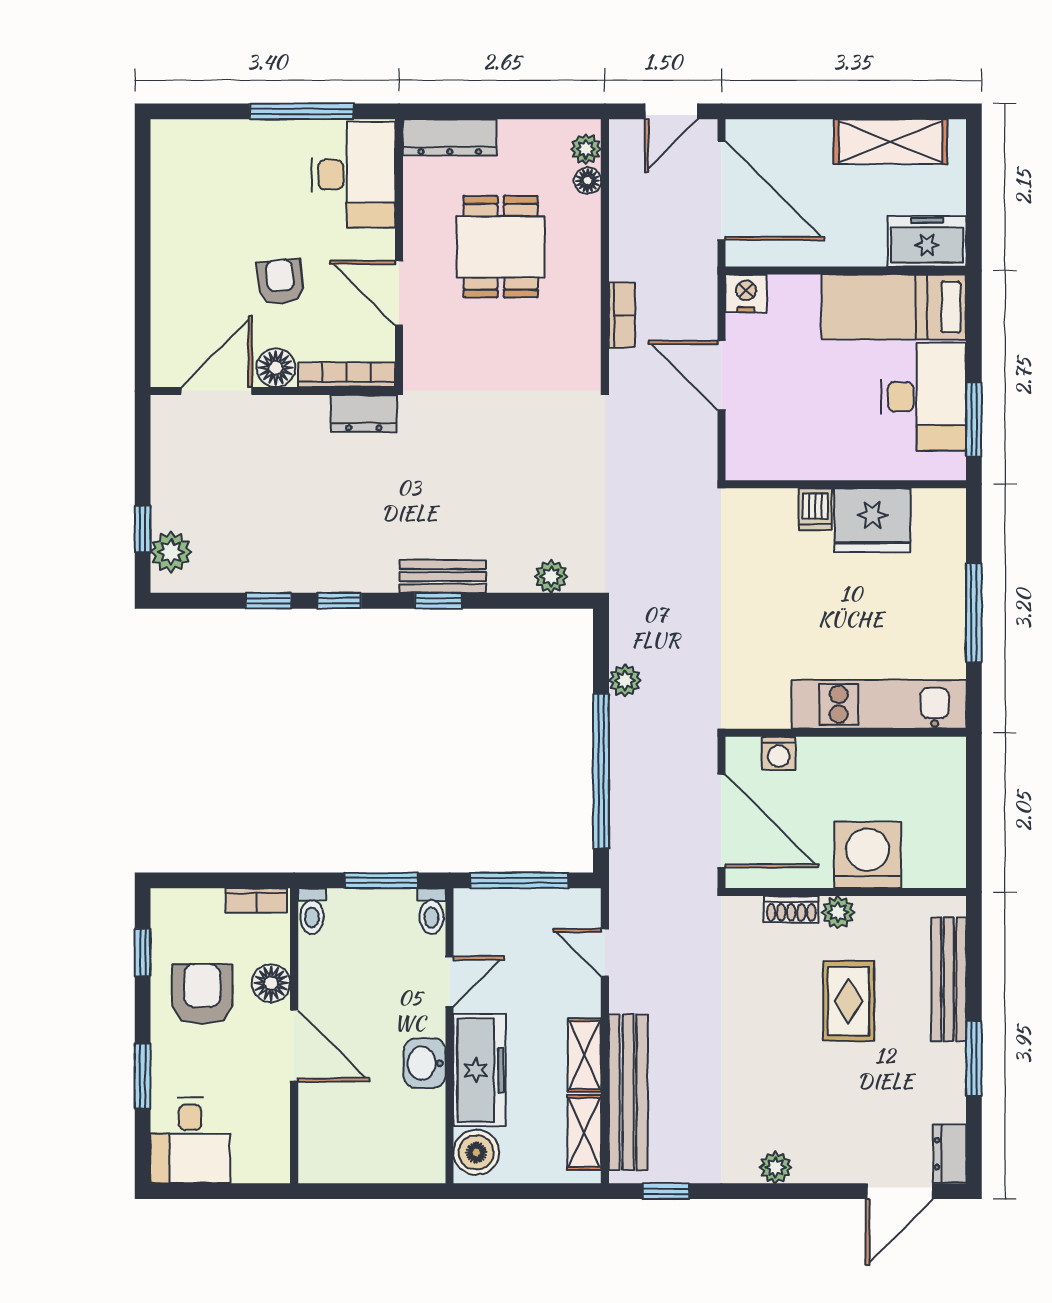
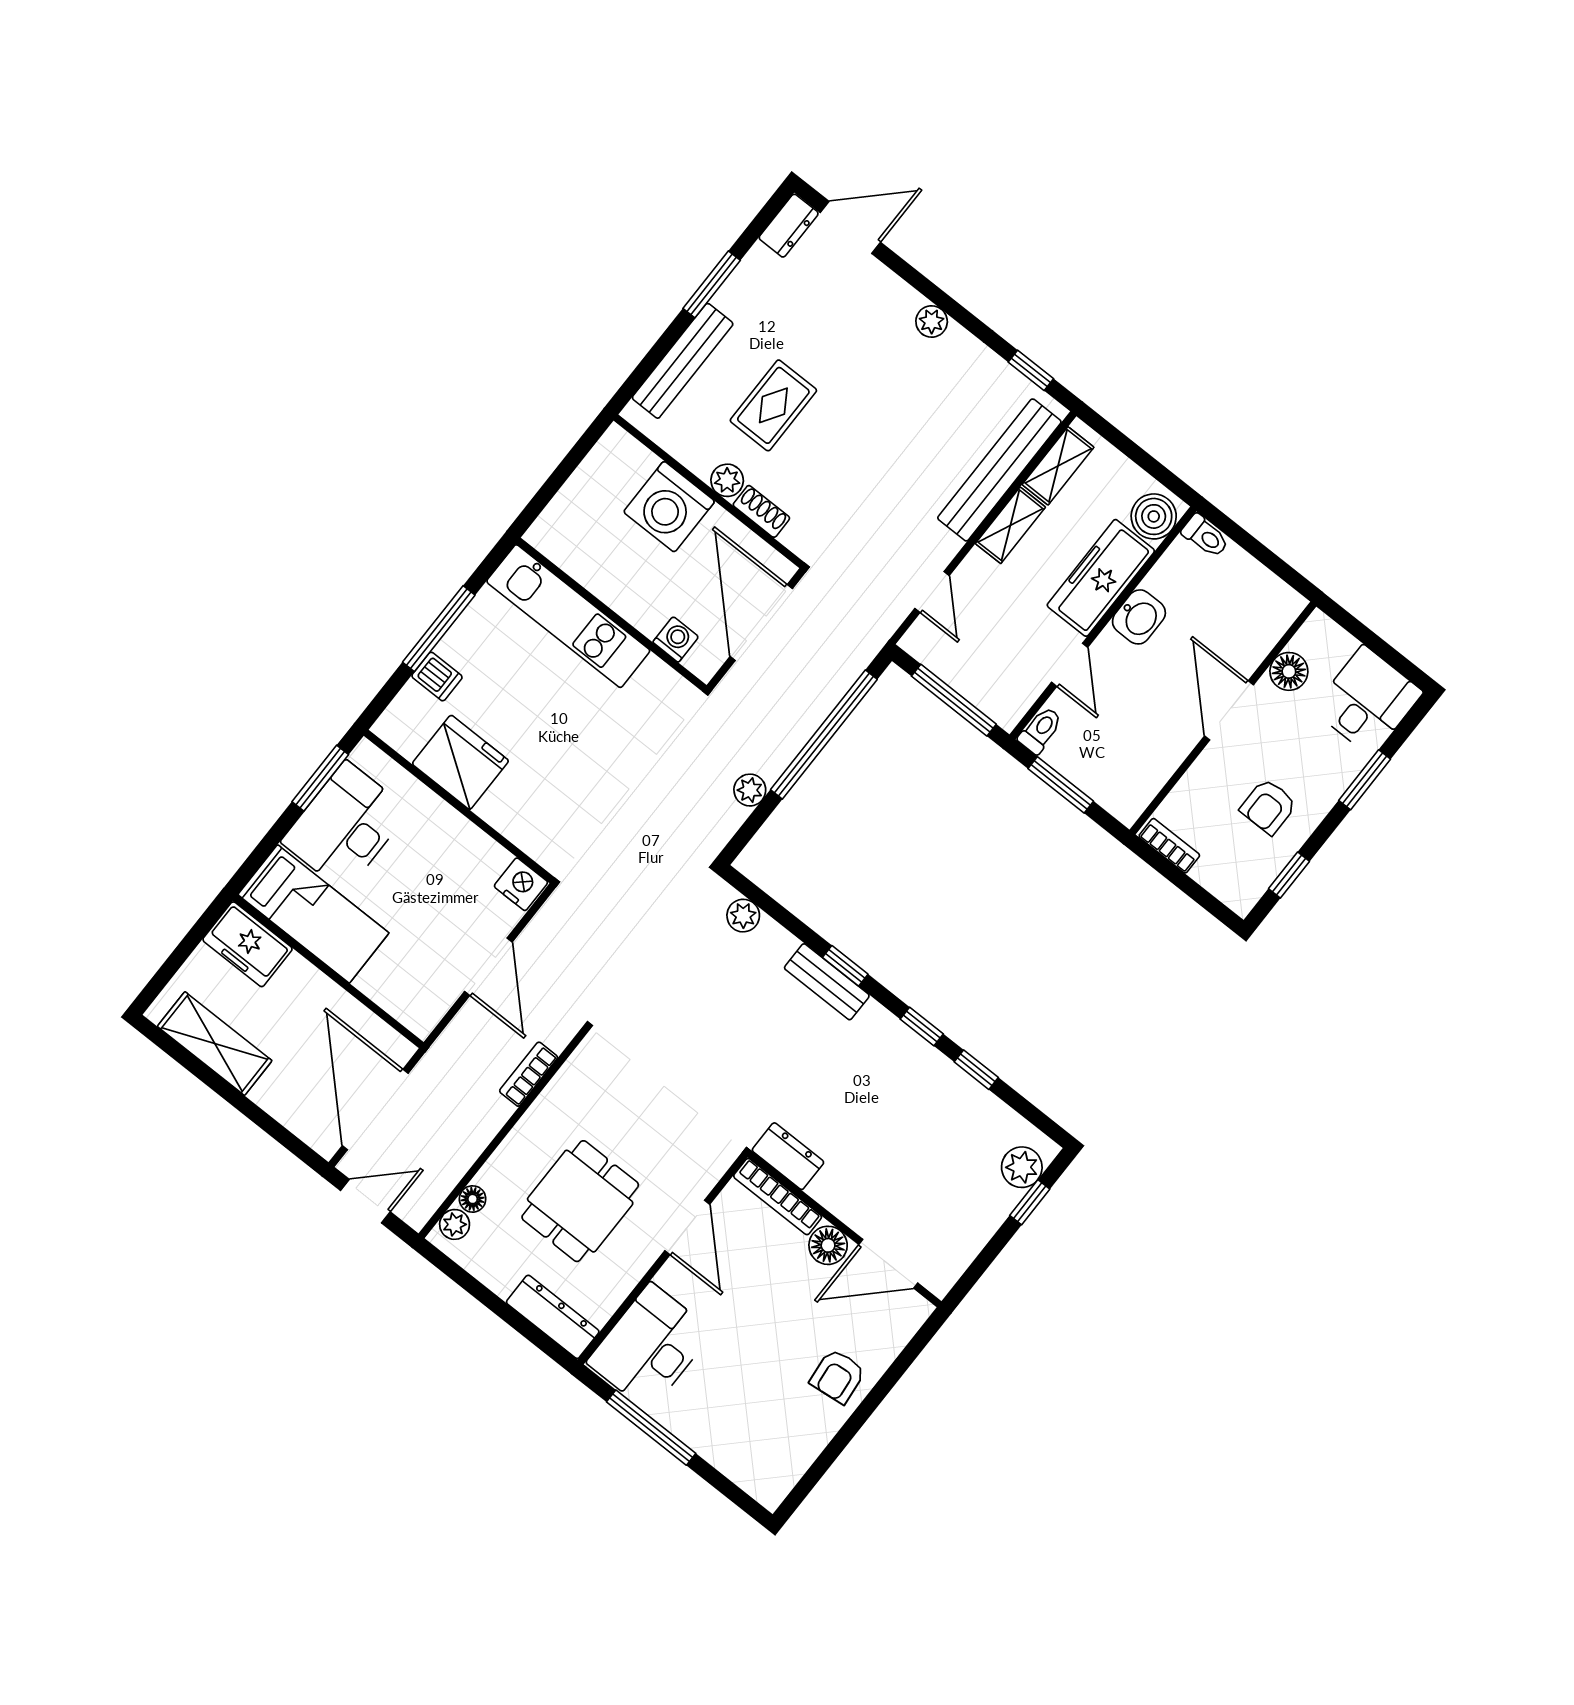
armchair: (280, 282) -> (838, 1376), moved
nightstand: (746, 293) -> (521, 884), moved, turned 180
dishwasher: (815, 509) -> (437, 677), moved, turned 90
toilet: (312, 911) -> (1205, 536), moved, turned 90
door: (450, 982) -> (1070, 665), swing flipped
floor lamp: (271, 983) -> (1289, 671), moved
armchair: (202, 994) -> (1268, 807), width x0.72, depth x0.72

